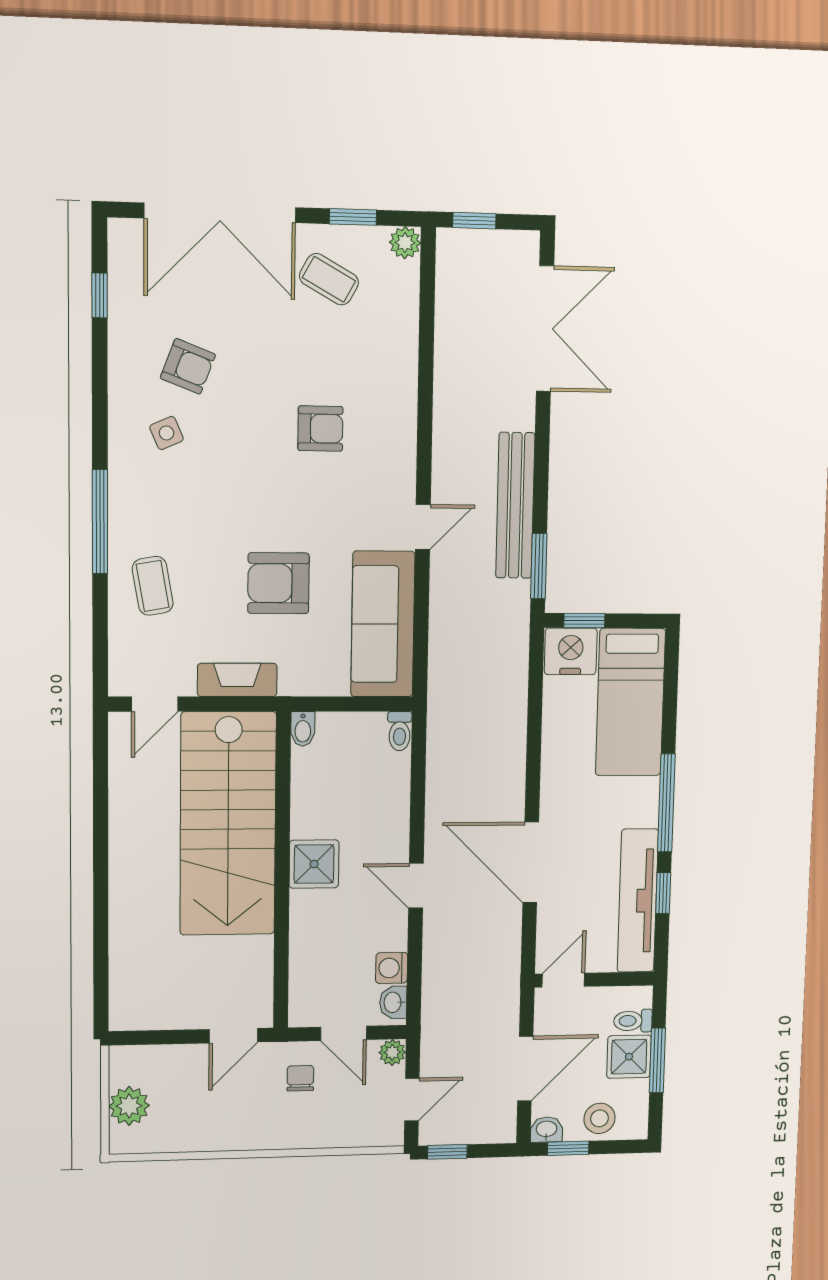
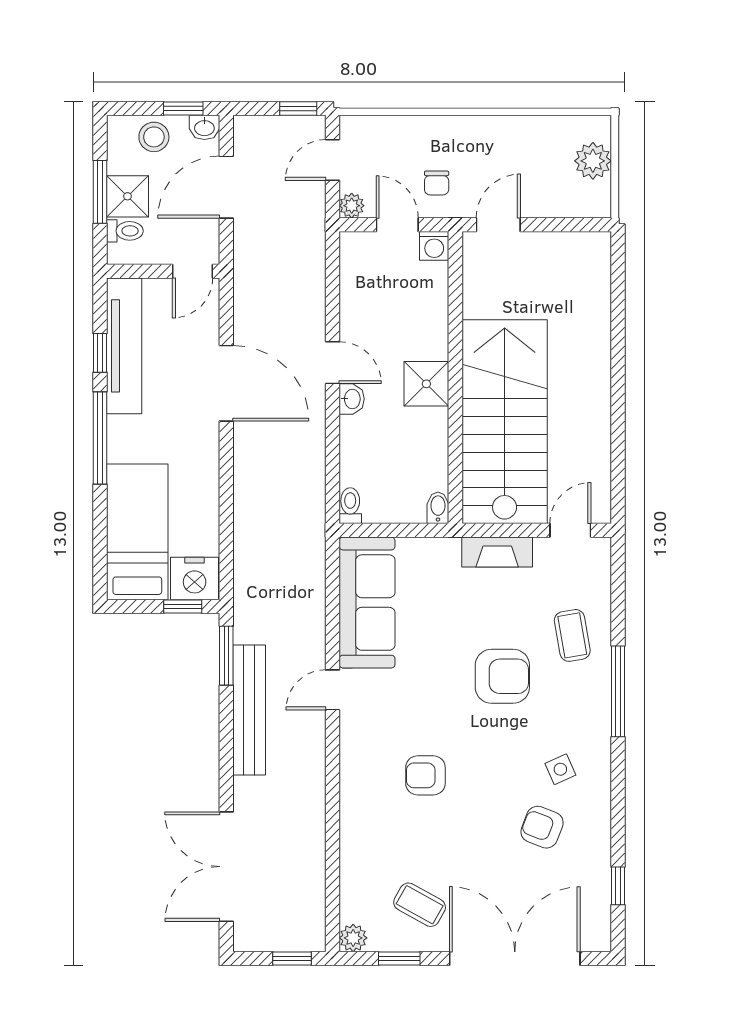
armchair: (278, 583) -> (502, 676), moved
washing machine: (392, 968) -> (434, 246), moved, turned 90
washbasin: (393, 1002) -> (352, 399), moved

